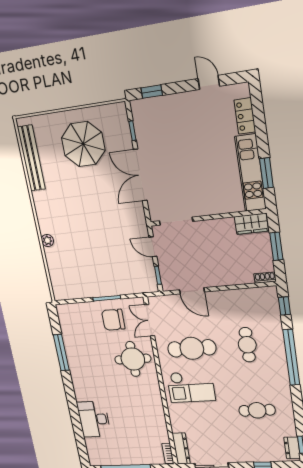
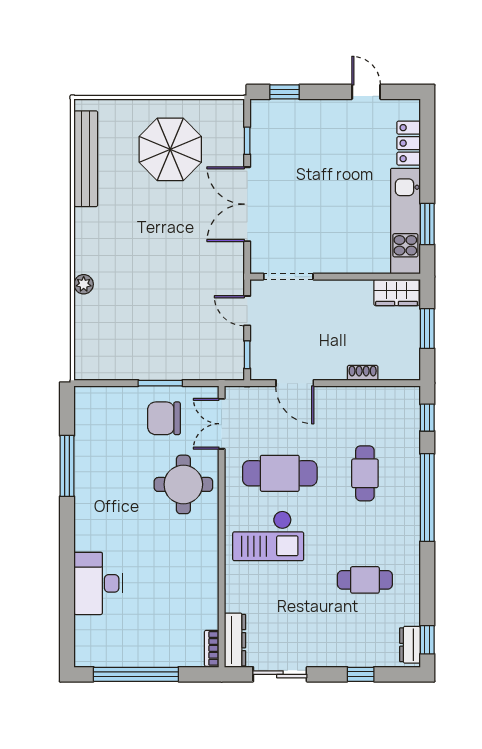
shoe rack: (265, 278) -> (363, 373), moved

